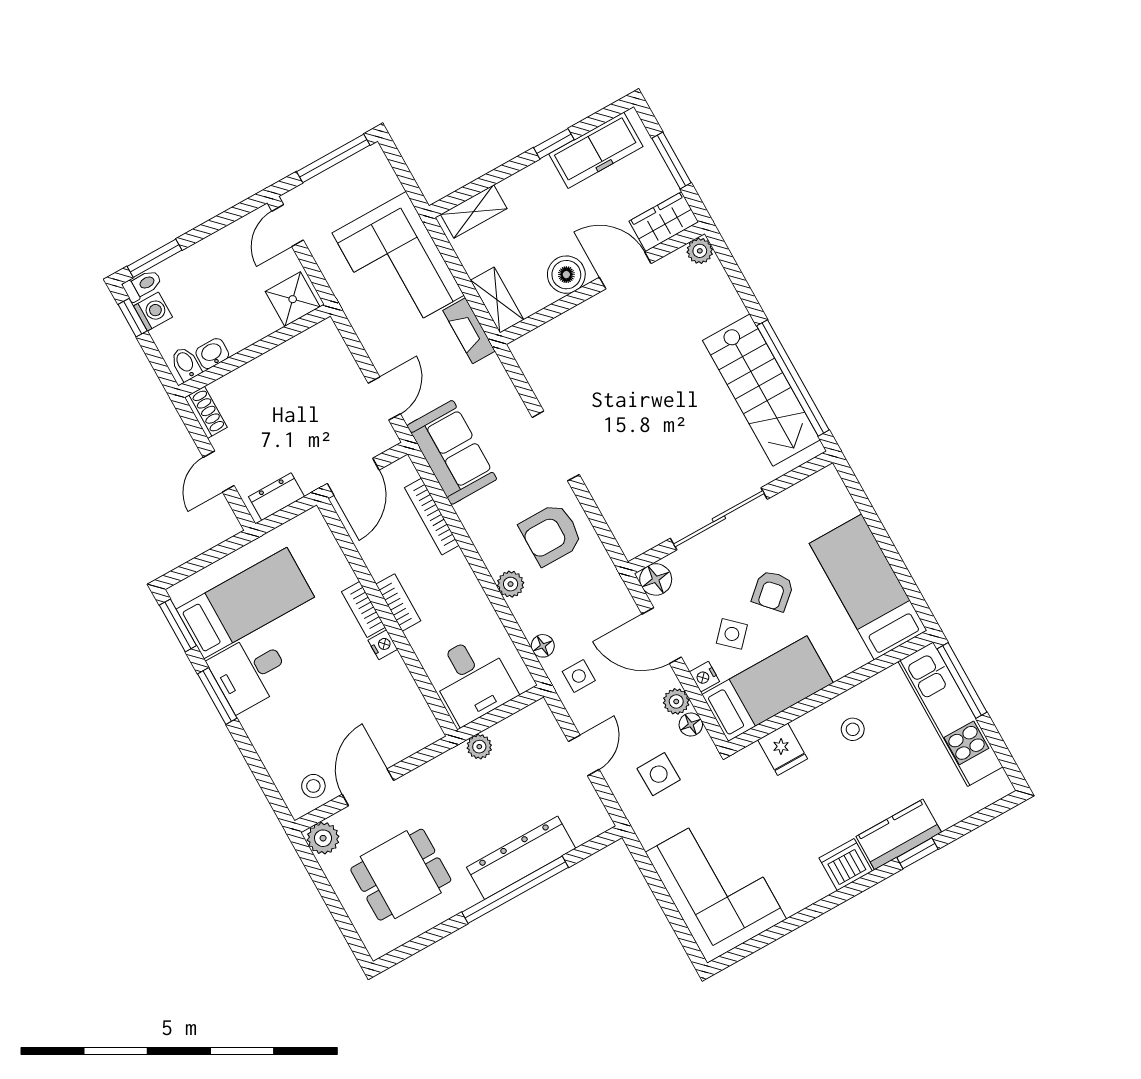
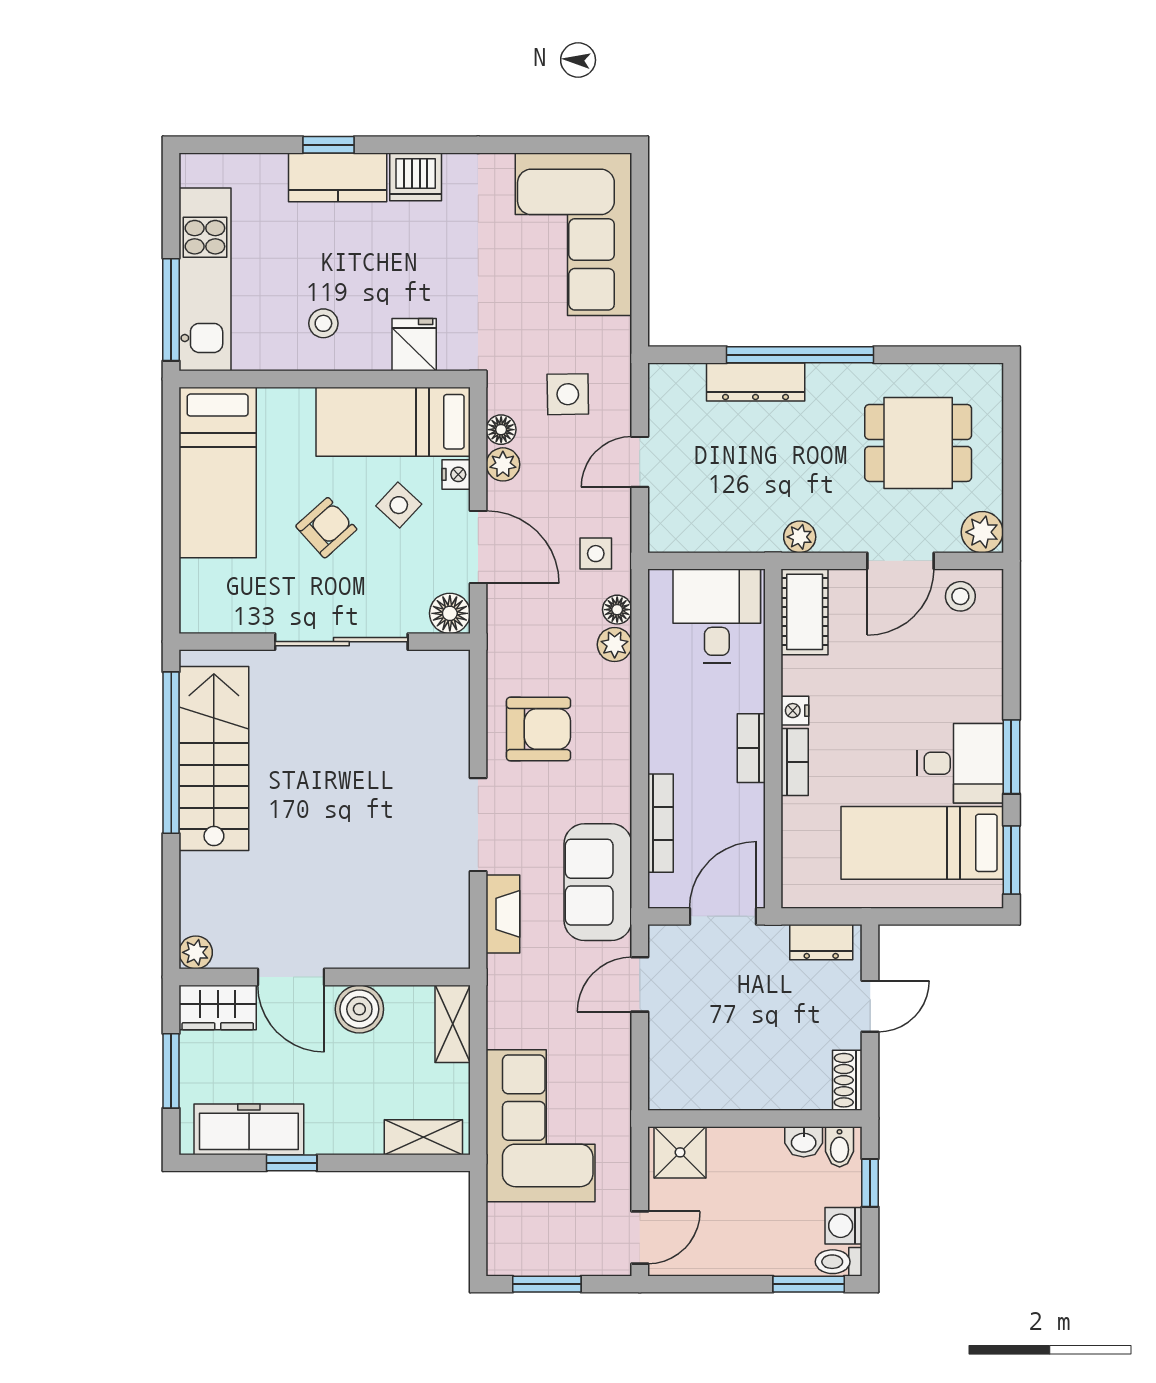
window: (333, 158) -> (547, 1284), width x0.69
window: (133, 318) -> (870, 1183), moved
fireplace: (469, 331) -> (503, 914), moved
plant: (511, 584) -> (615, 645), moved
cot: (414, 716) -> (805, 612), added
plant: (479, 747) -> (800, 537), moved
dresser: (521, 858) -> (756, 382), width x0.73, depth x0.80

